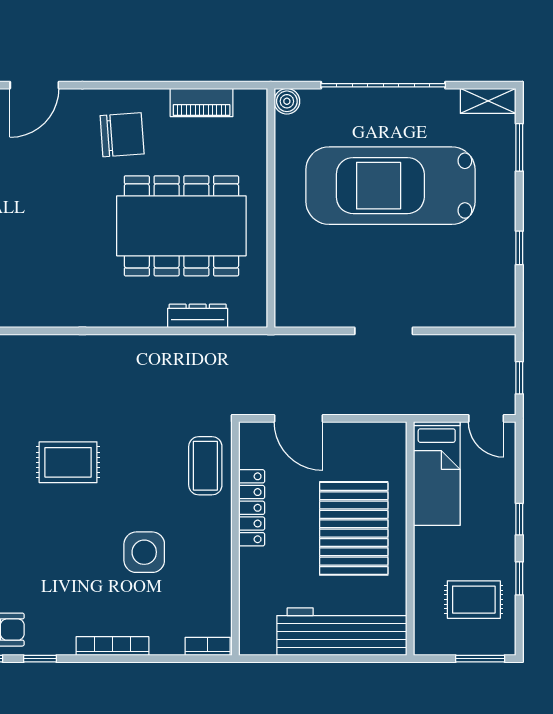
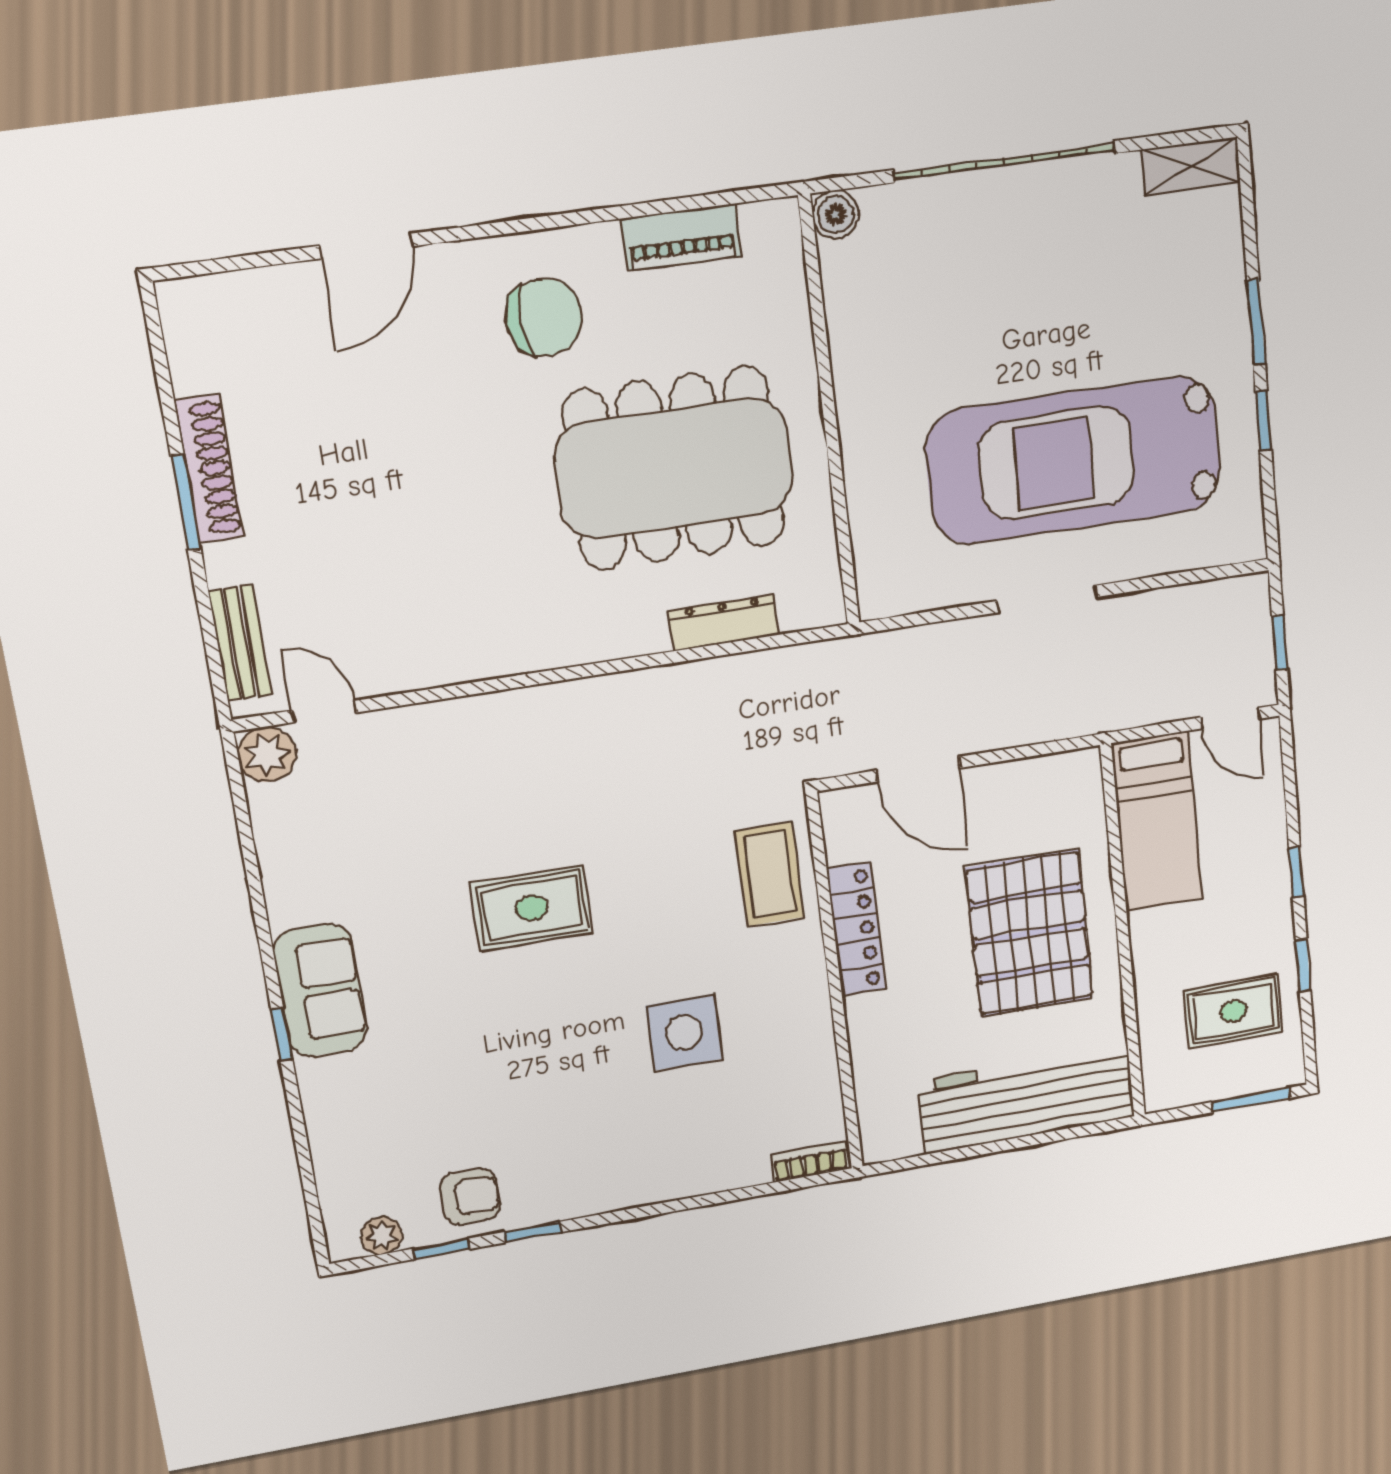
window: (519, 147) -> (1256, 322), moved
car: (390, 186) -> (1074, 460), moved
bookcase: (112, 646) -> (651, 1190), removed

